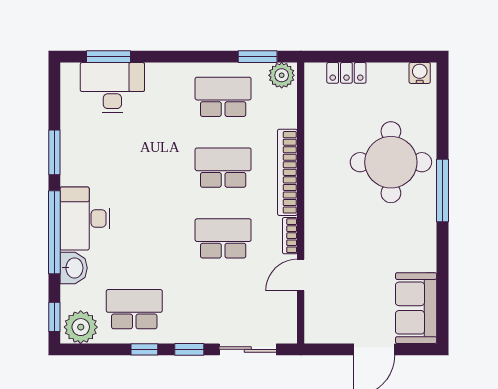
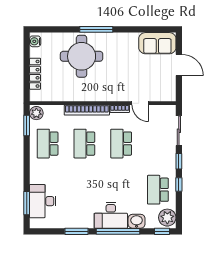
locker: (346, 73) -> (35, 74), width x1.53

